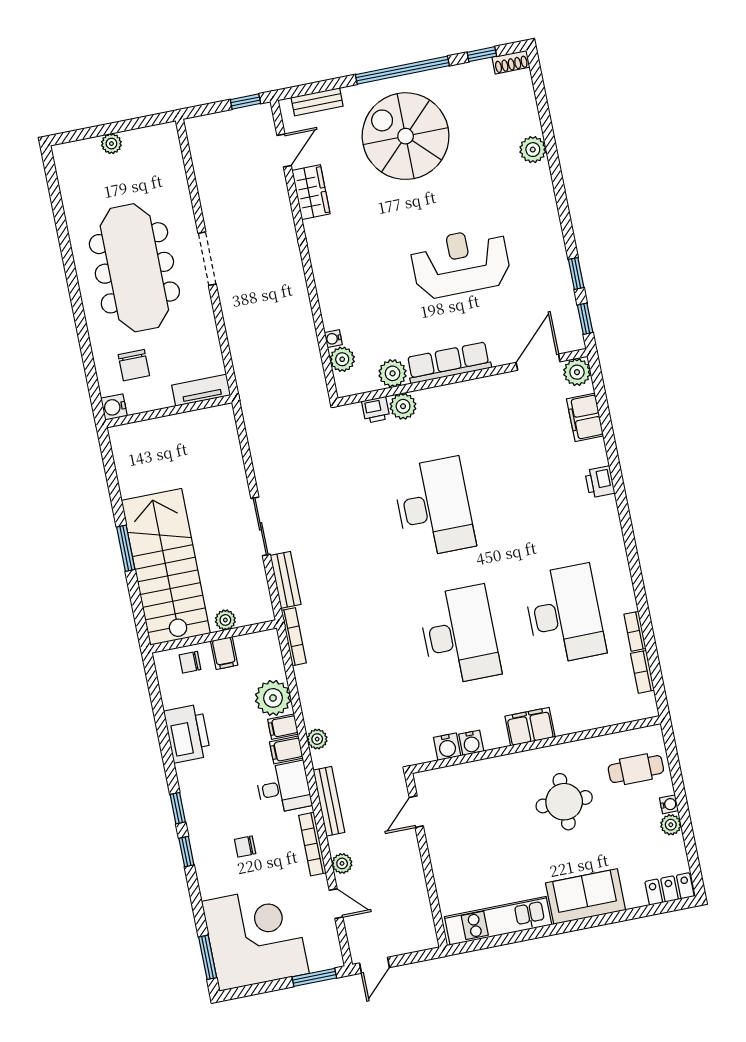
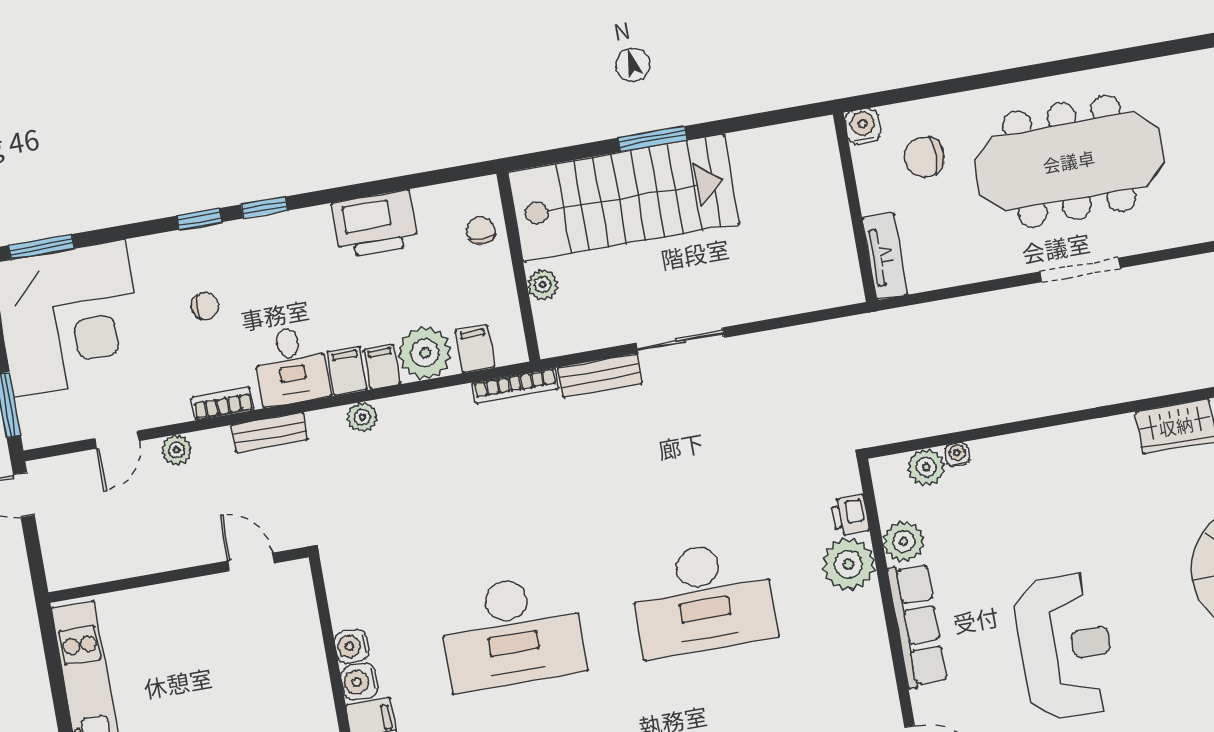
plant: (403, 406) -> (849, 564), width x1.36, depth x1.36
filing cabinet: (224, 653) -> (475, 349), moved, turned 90
water cooler: (447, 747) -> (359, 682), moved
bench: (329, 801) -> (269, 432), width x0.73
bookcase: (312, 844) -> (223, 404), width x0.64
chair: (245, 847) -> (205, 306), turned 90

